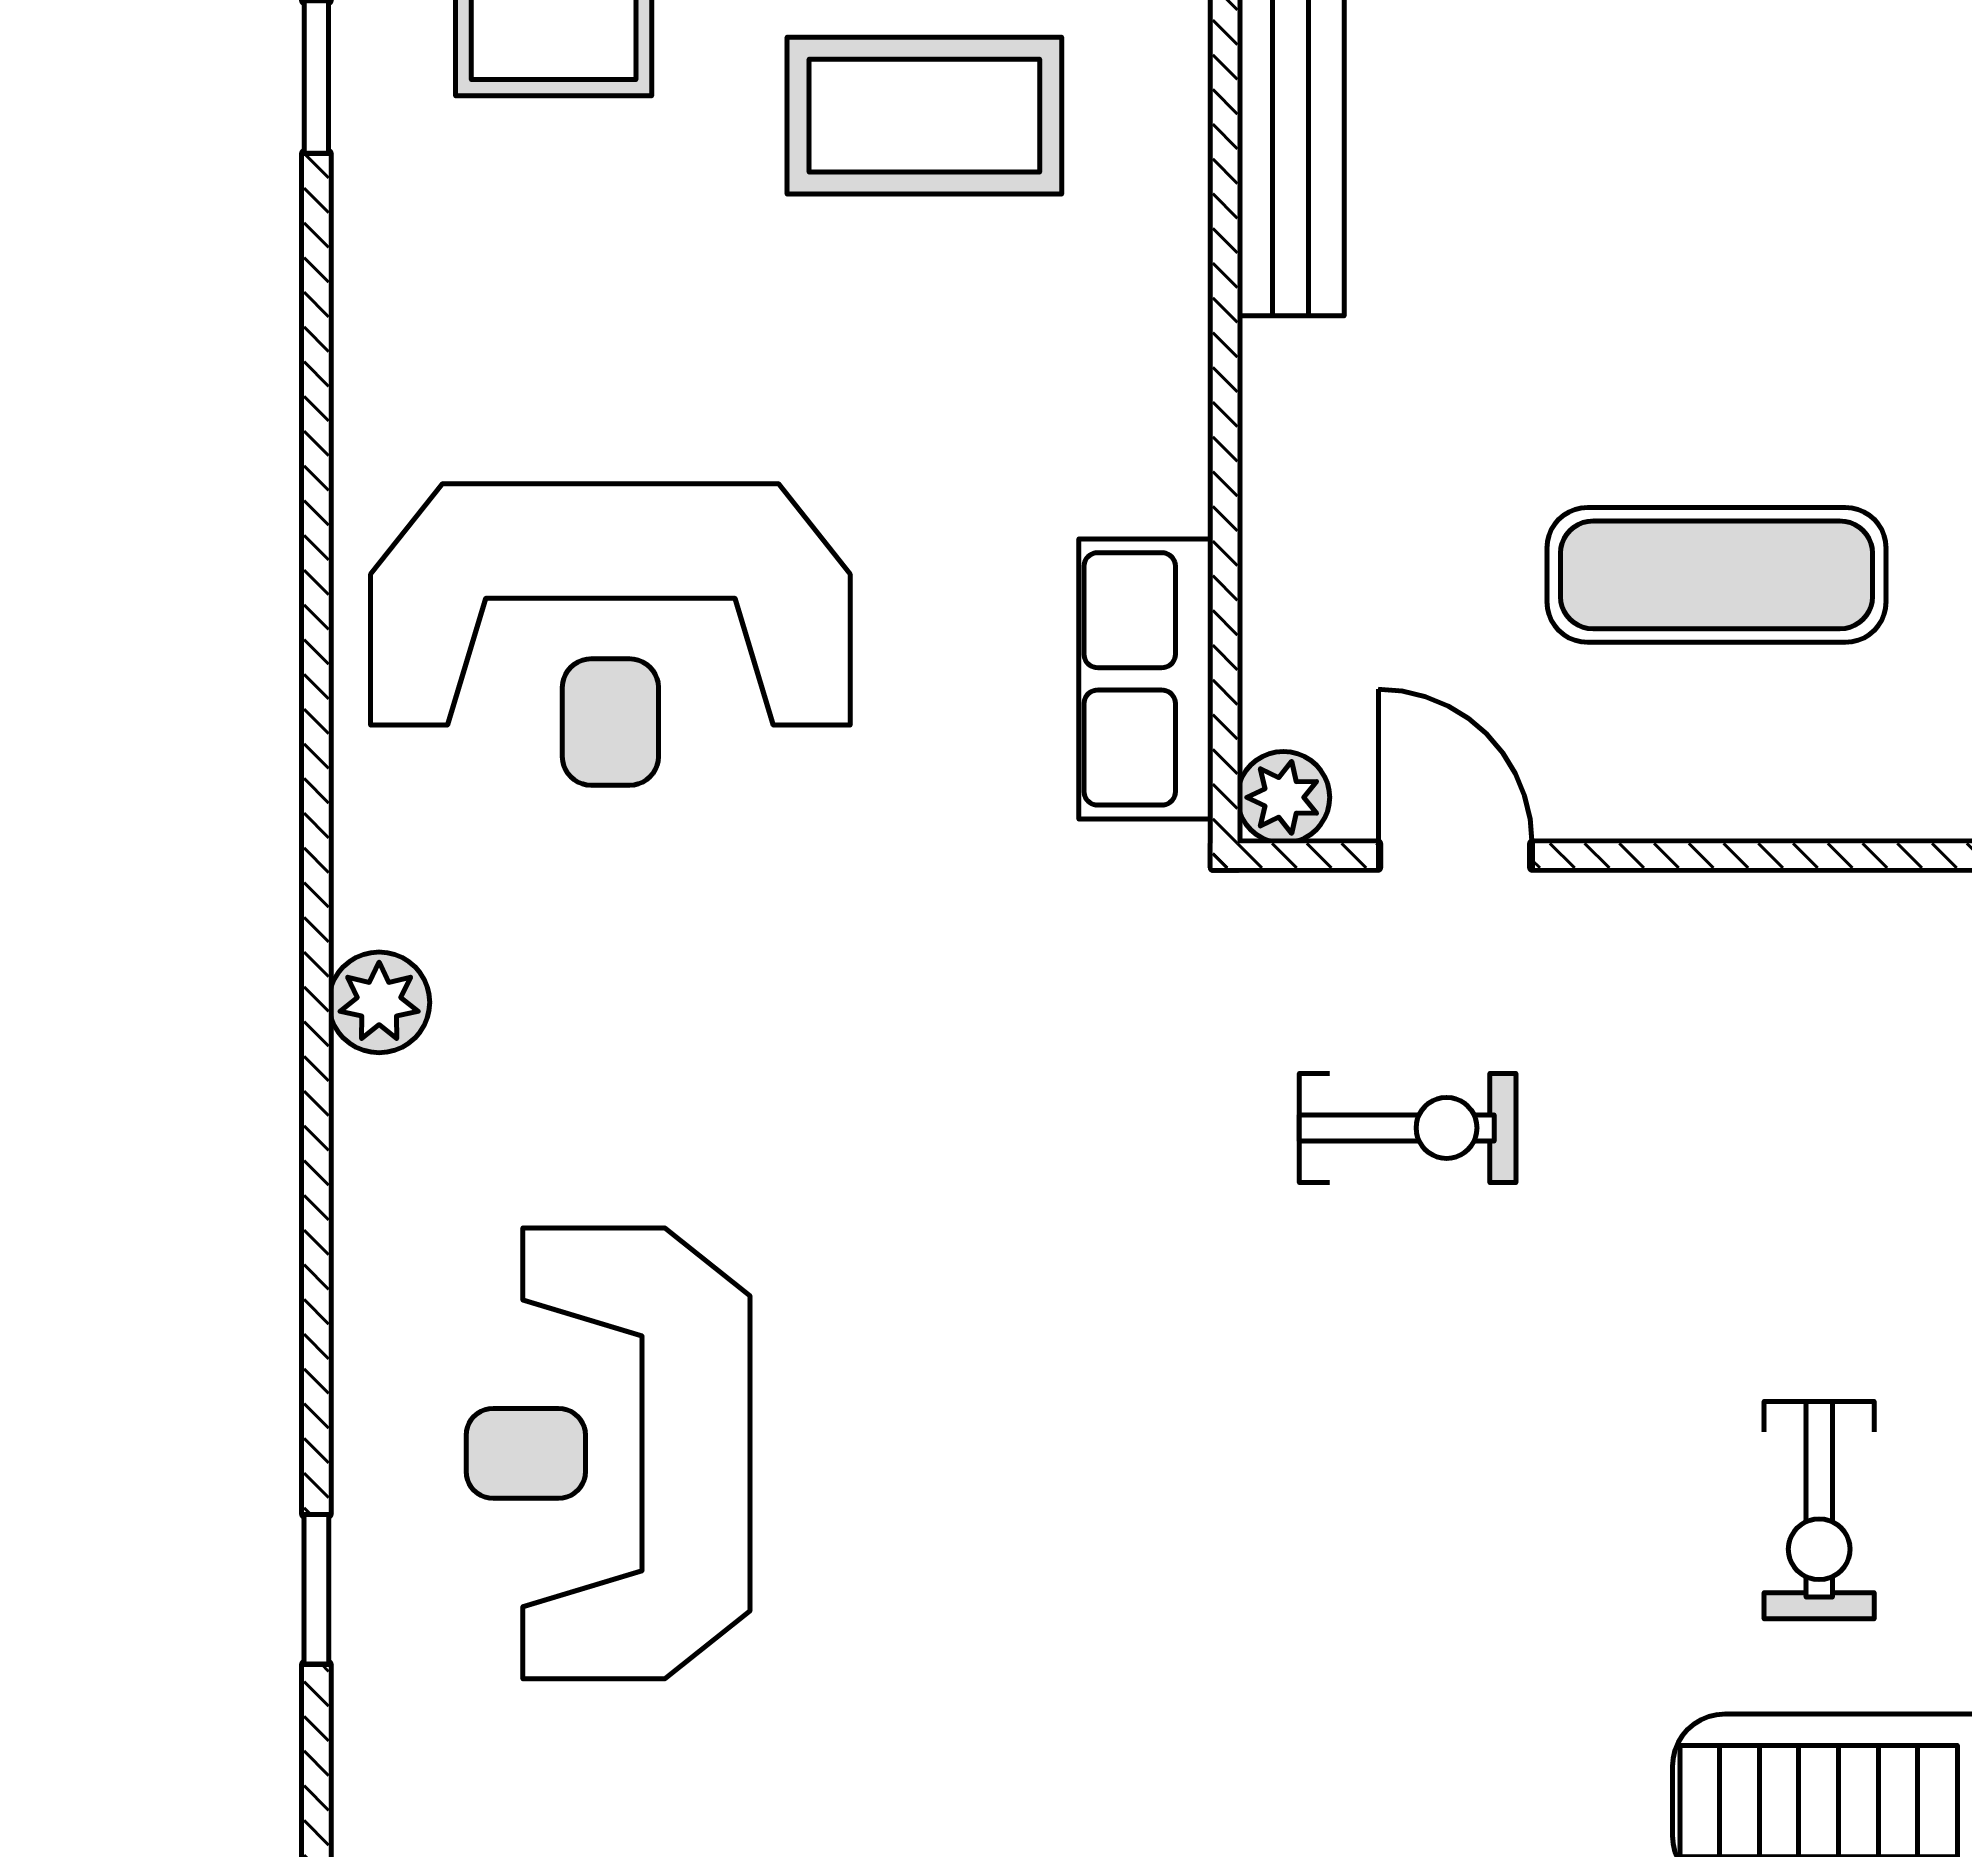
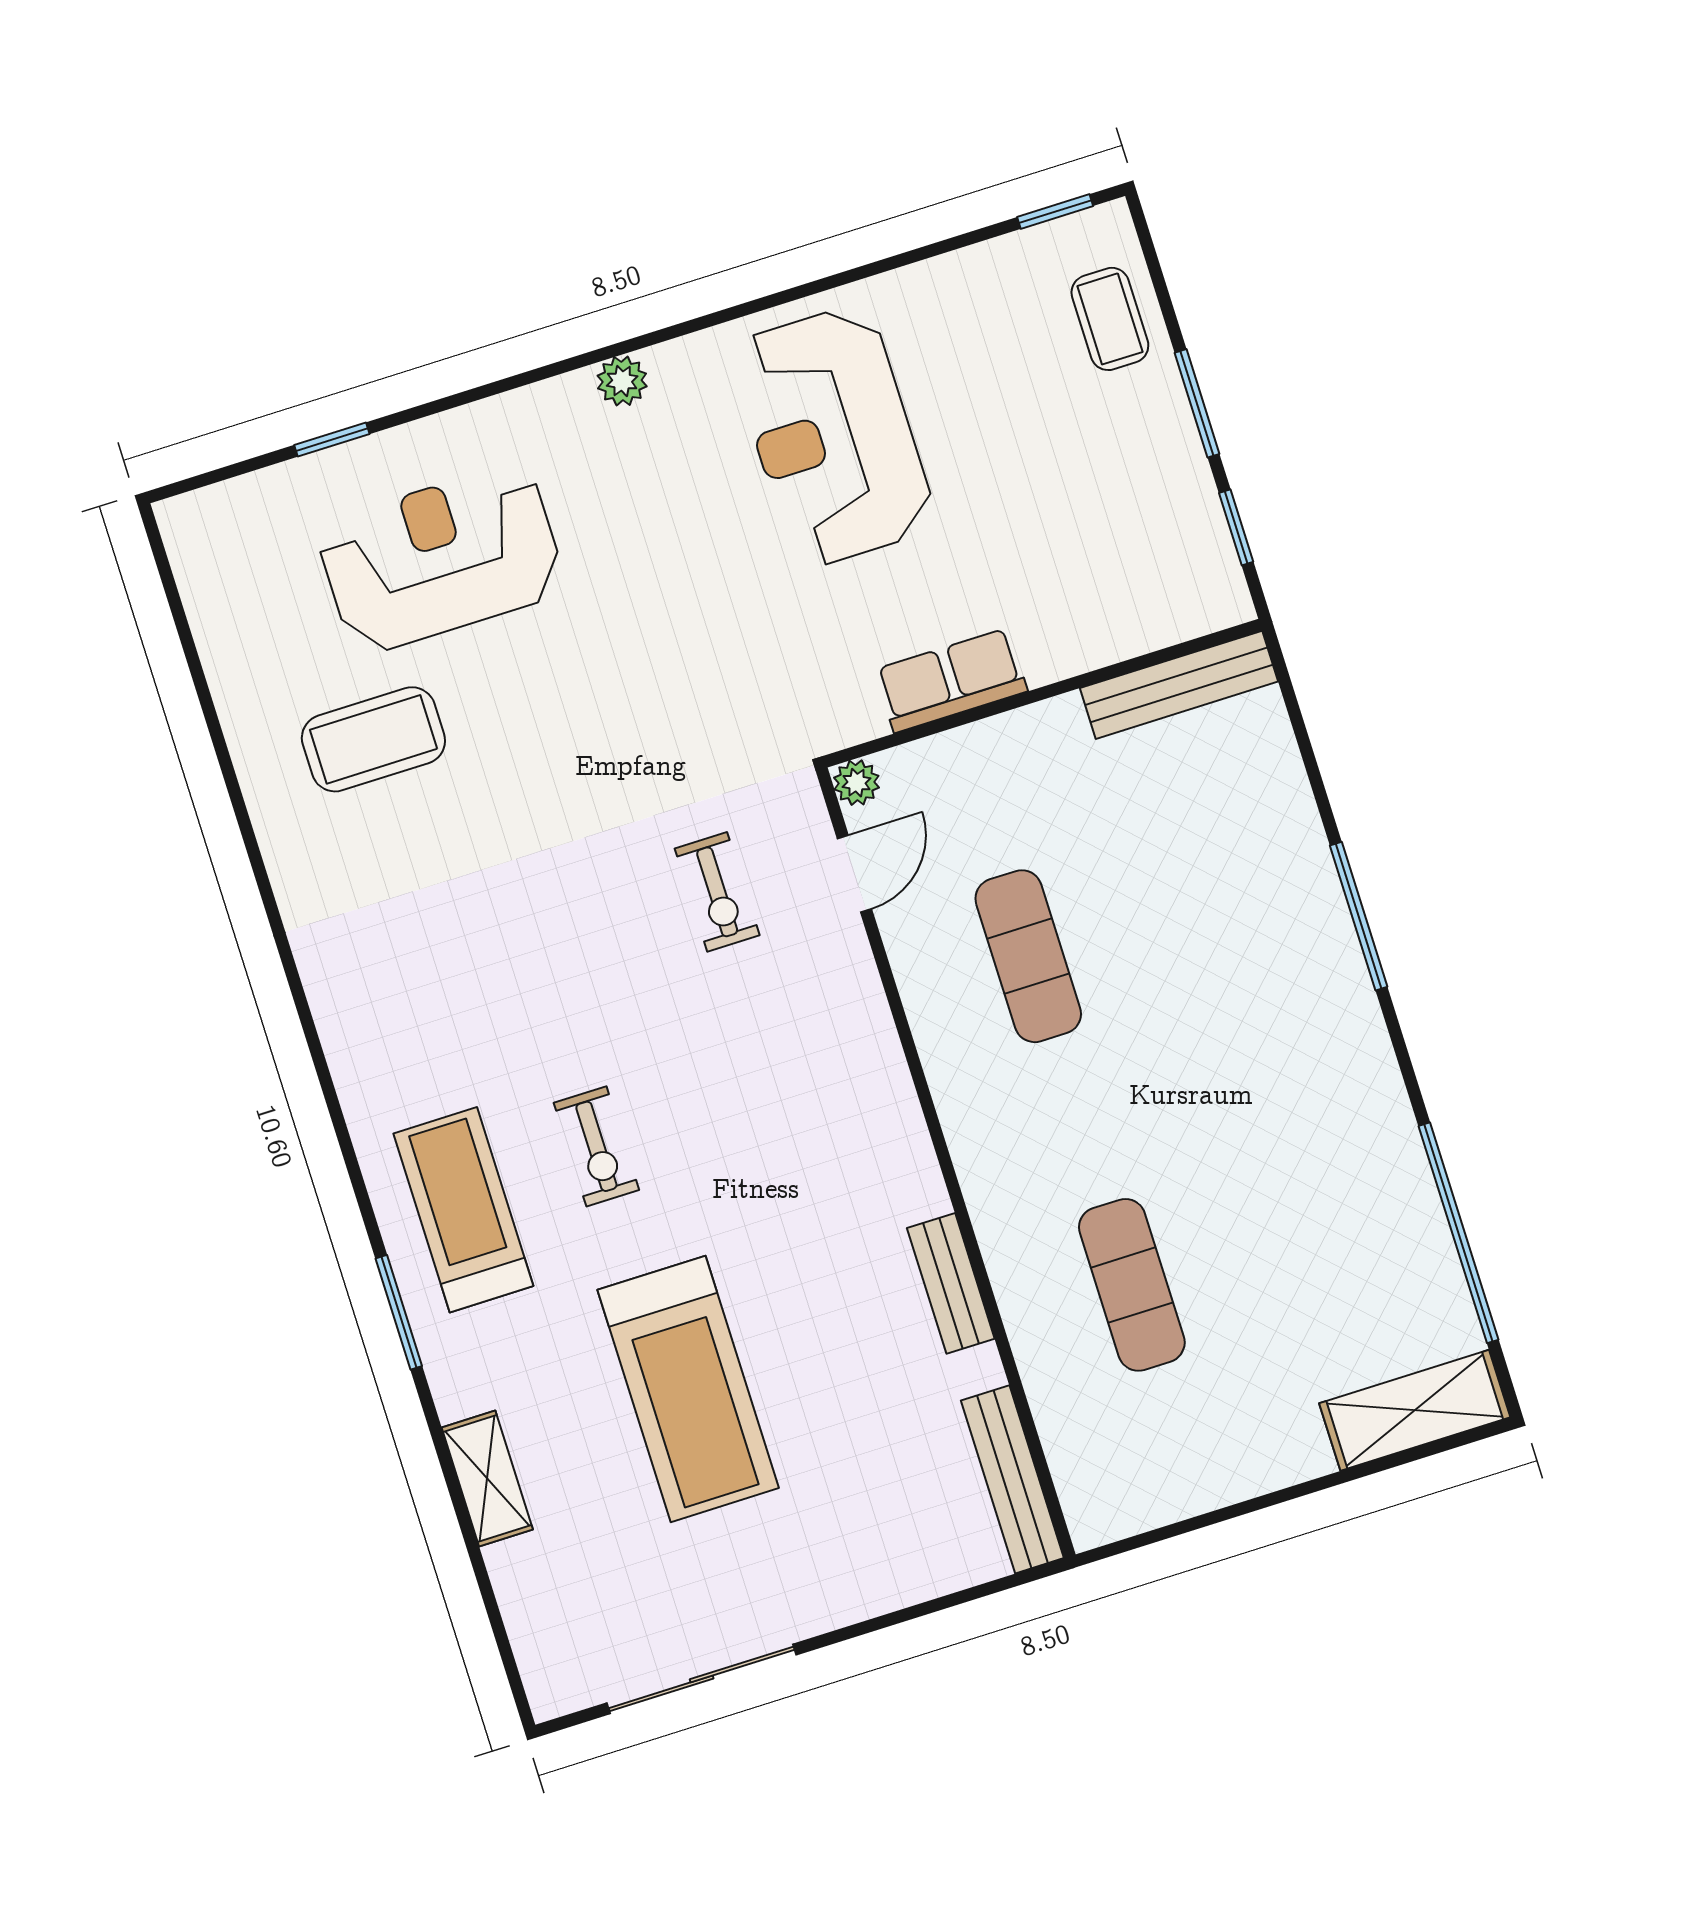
coffee table: (924, 116) -> (373, 739), moved, turned 90
row of seats: (1146, 679) -> (951, 680), moved
exercise bike: (1819, 1510) -> (596, 1146), turned -90

